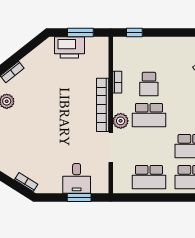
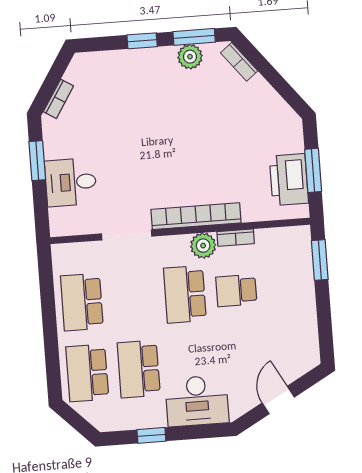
window: (134, 33) -> (320, 260), width x1.50
printer: (69, 47) -> (289, 180), moved
plant: (121, 121) -> (203, 246), moved
window: (79, 198) -> (37, 161), moved

